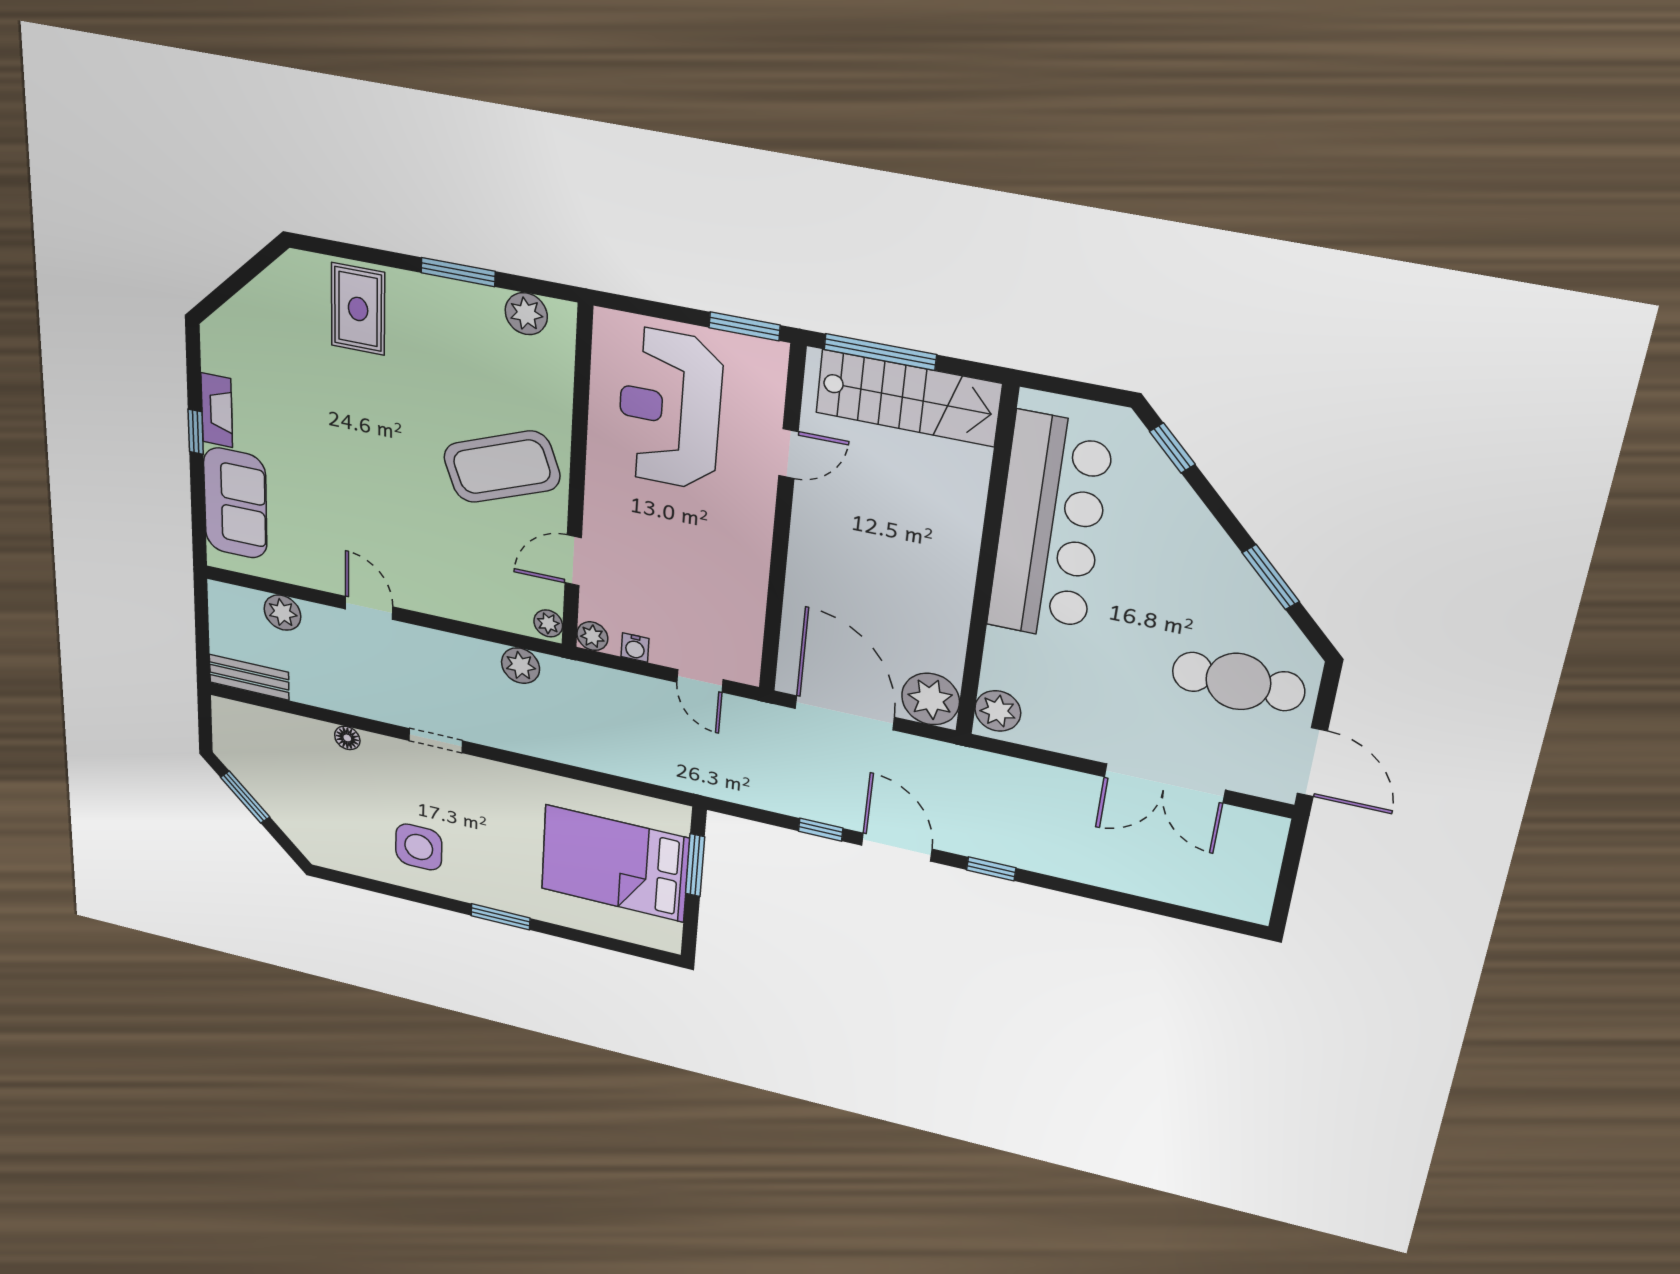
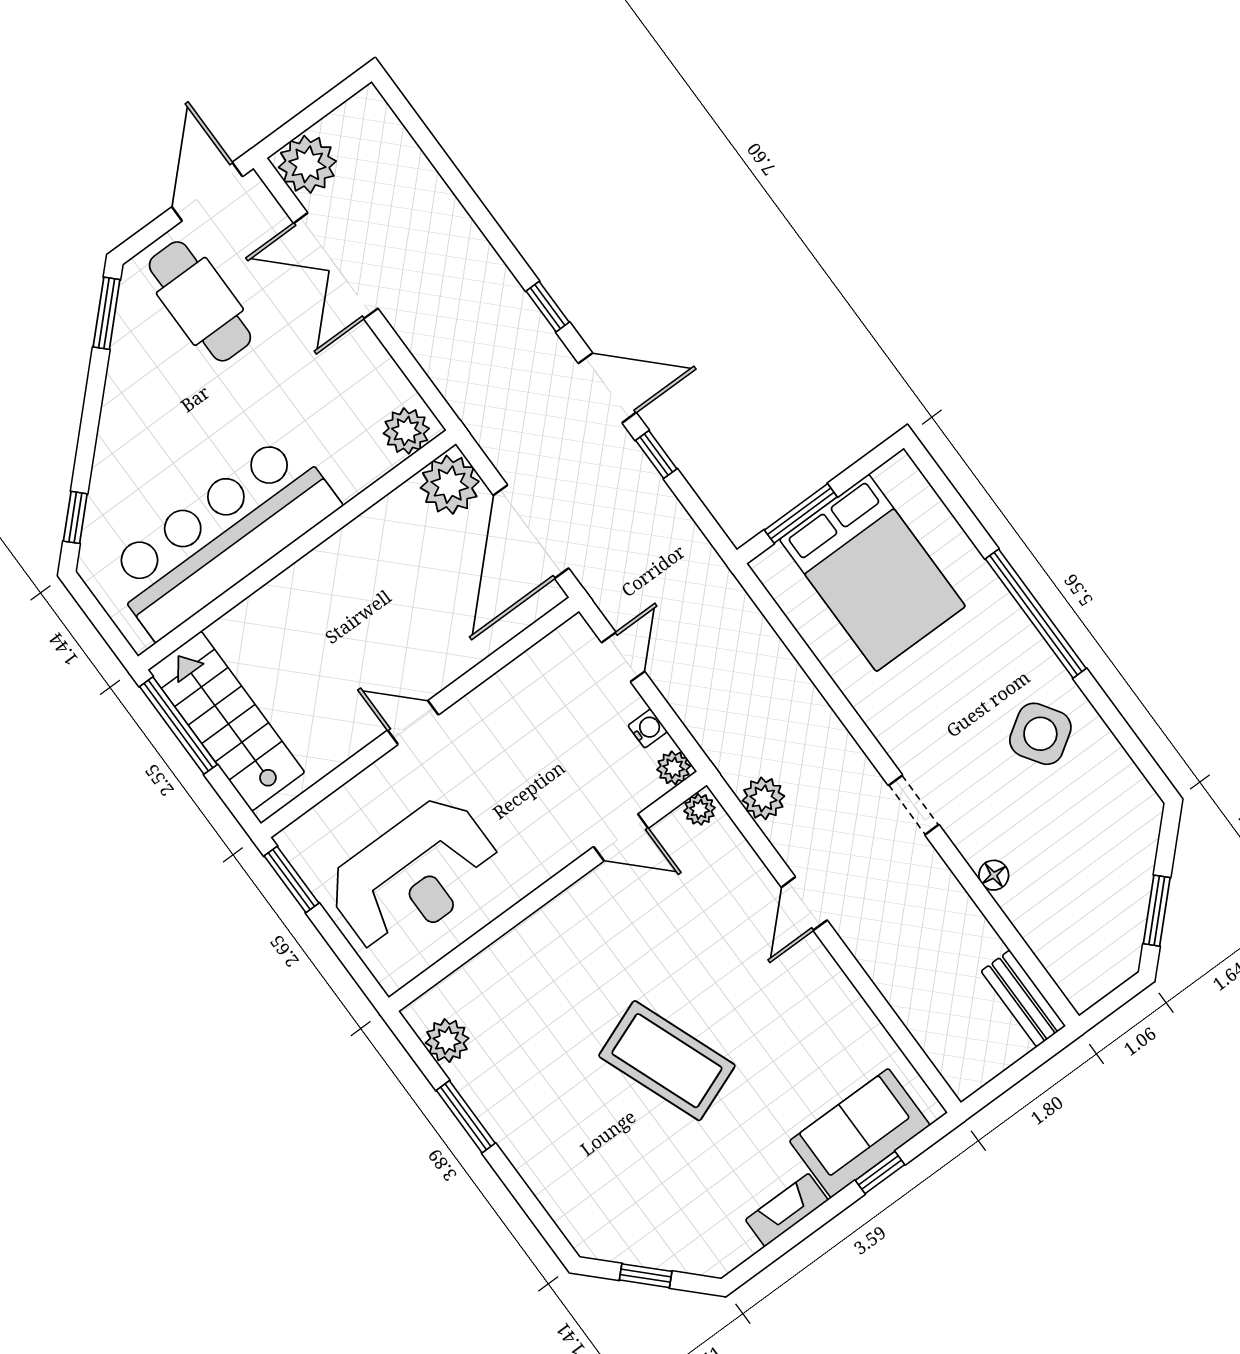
window: (241, 278) -> (646, 1276), added
rug: (358, 309) -> (576, 1167), removed
window: (880, 352) -> (178, 726), moved
window: (196, 432) -> (880, 1173), moved
door: (788, 454) -> (413, 723), moved
coffee table: (502, 467) -> (667, 1061), moved
window: (1271, 577) -> (107, 313), moved
door: (369, 608) -> (804, 904), moved
plant: (282, 613) -> (307, 164), moved, width x1.36, depth x1.36
double door: (1164, 783) -> (336, 266), swing flipped
side table: (419, 847) -> (1040, 734), turned -33
door: (897, 847) -> (607, 388), swing flipped
window: (501, 917) -> (1036, 614), width x2.11

